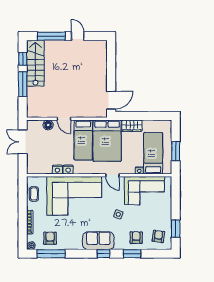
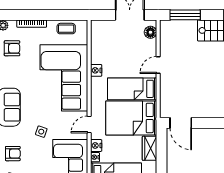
window: (23, 84) -> (185, 15), moved
floor lamp: (48, 125) -> (150, 32), moved
nightstand: (57, 169) -> (96, 145), moved

